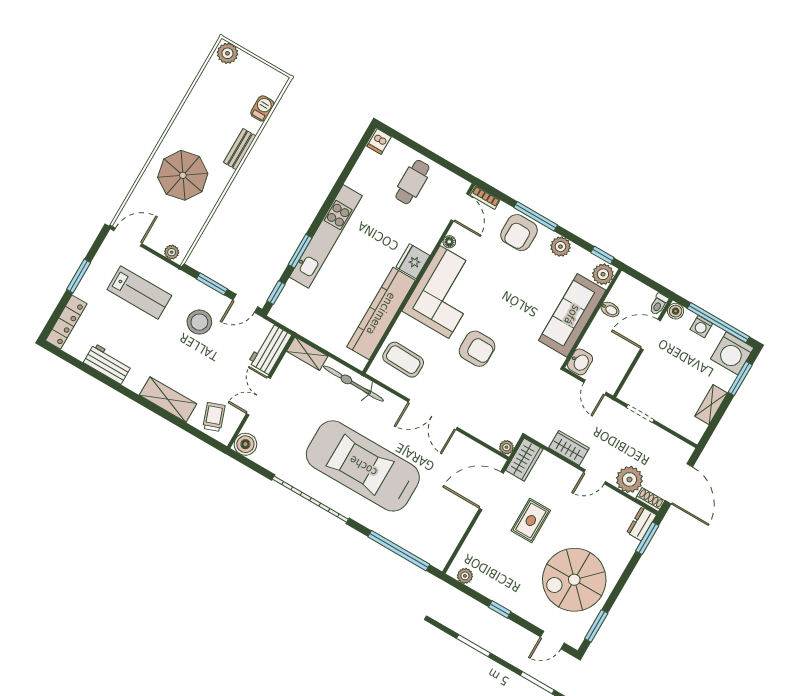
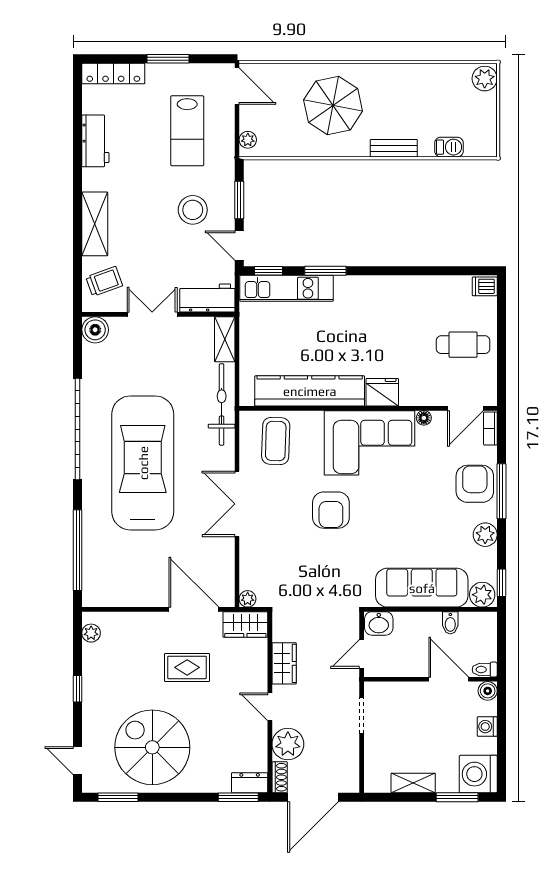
armchair: (519, 233) -> (475, 484), turned 90
kitchen unit: (326, 236) -> (286, 288), moved, width x0.73
window: (718, 323) -> (501, 742), removed

